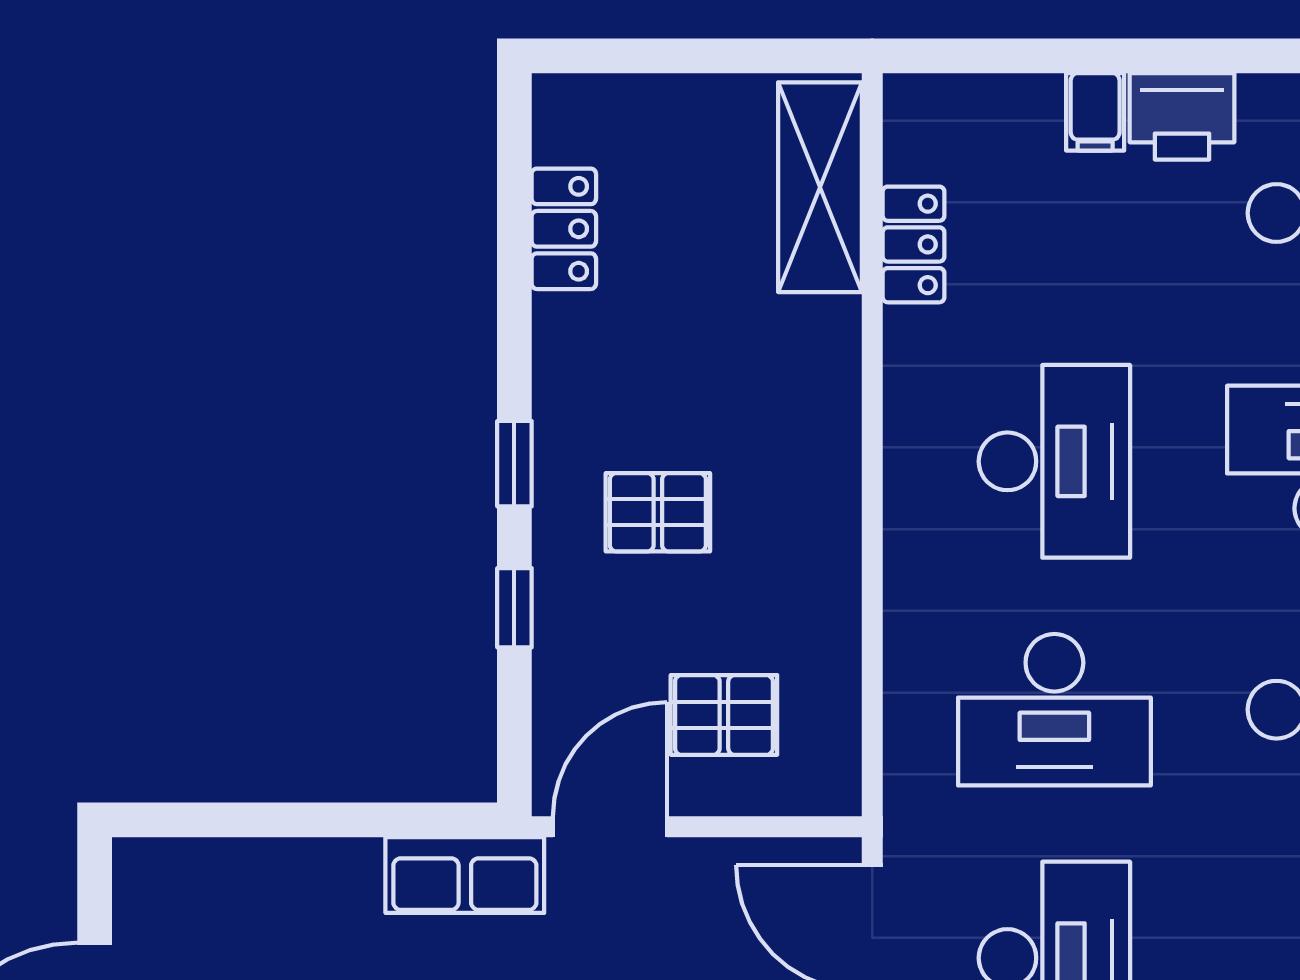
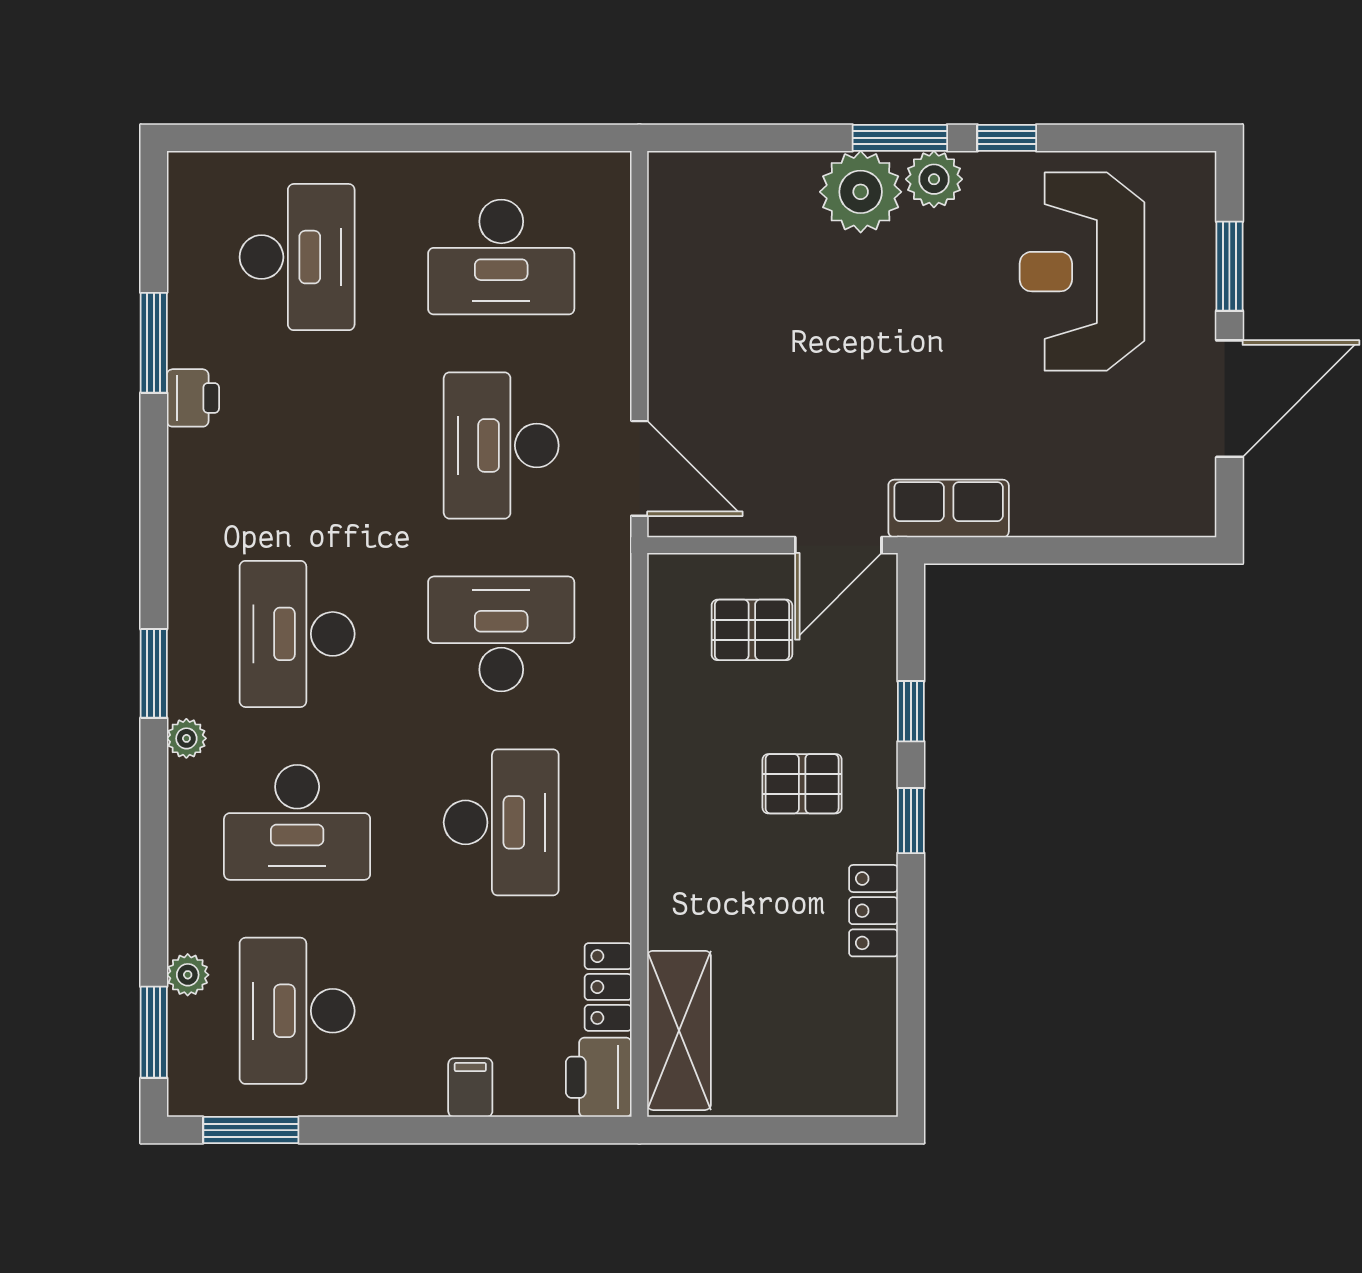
printer: (1182, 116) -> (599, 1077), moved, turned -90
locker: (564, 229) -> (873, 911), moved
desk: (1054, 461) -> (501, 822), turned 180

